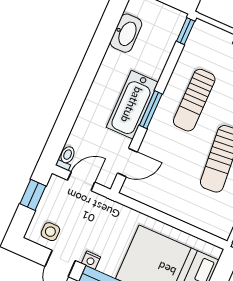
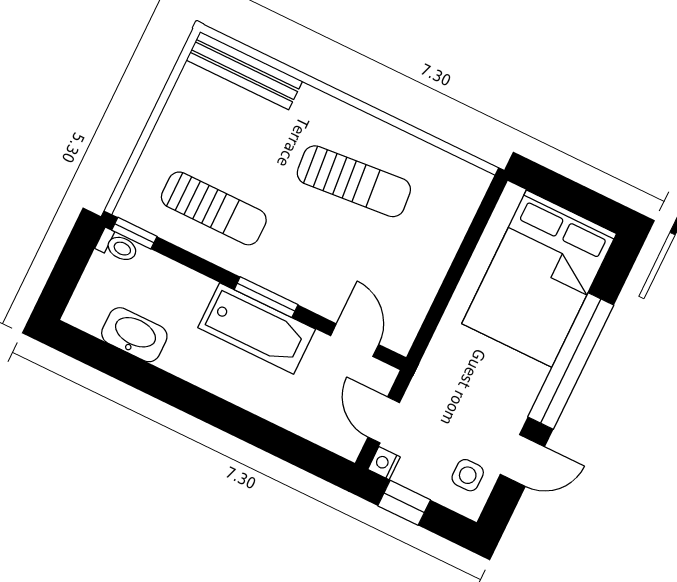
sun lounger: (194, 100) -> (214, 208), moved
toilet: (66, 157) -> (117, 246), moved, turned 180
nightstand: (91, 260) -> (384, 463), moved, turned 180

